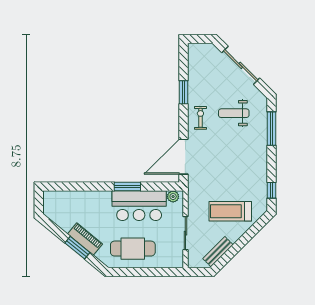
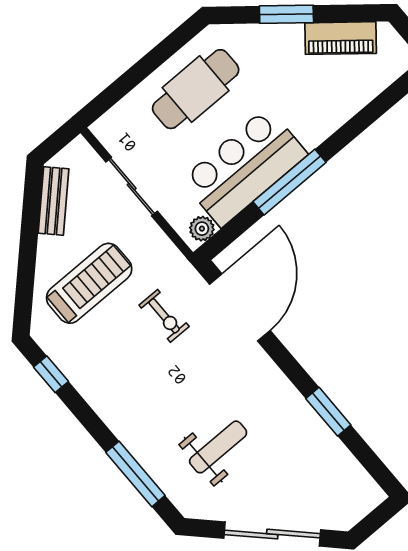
exercise bike: (200, 118) -> (164, 316), moved
window: (127, 187) -> (290, 182), width x1.44
piano: (85, 239) -> (341, 38), moved

